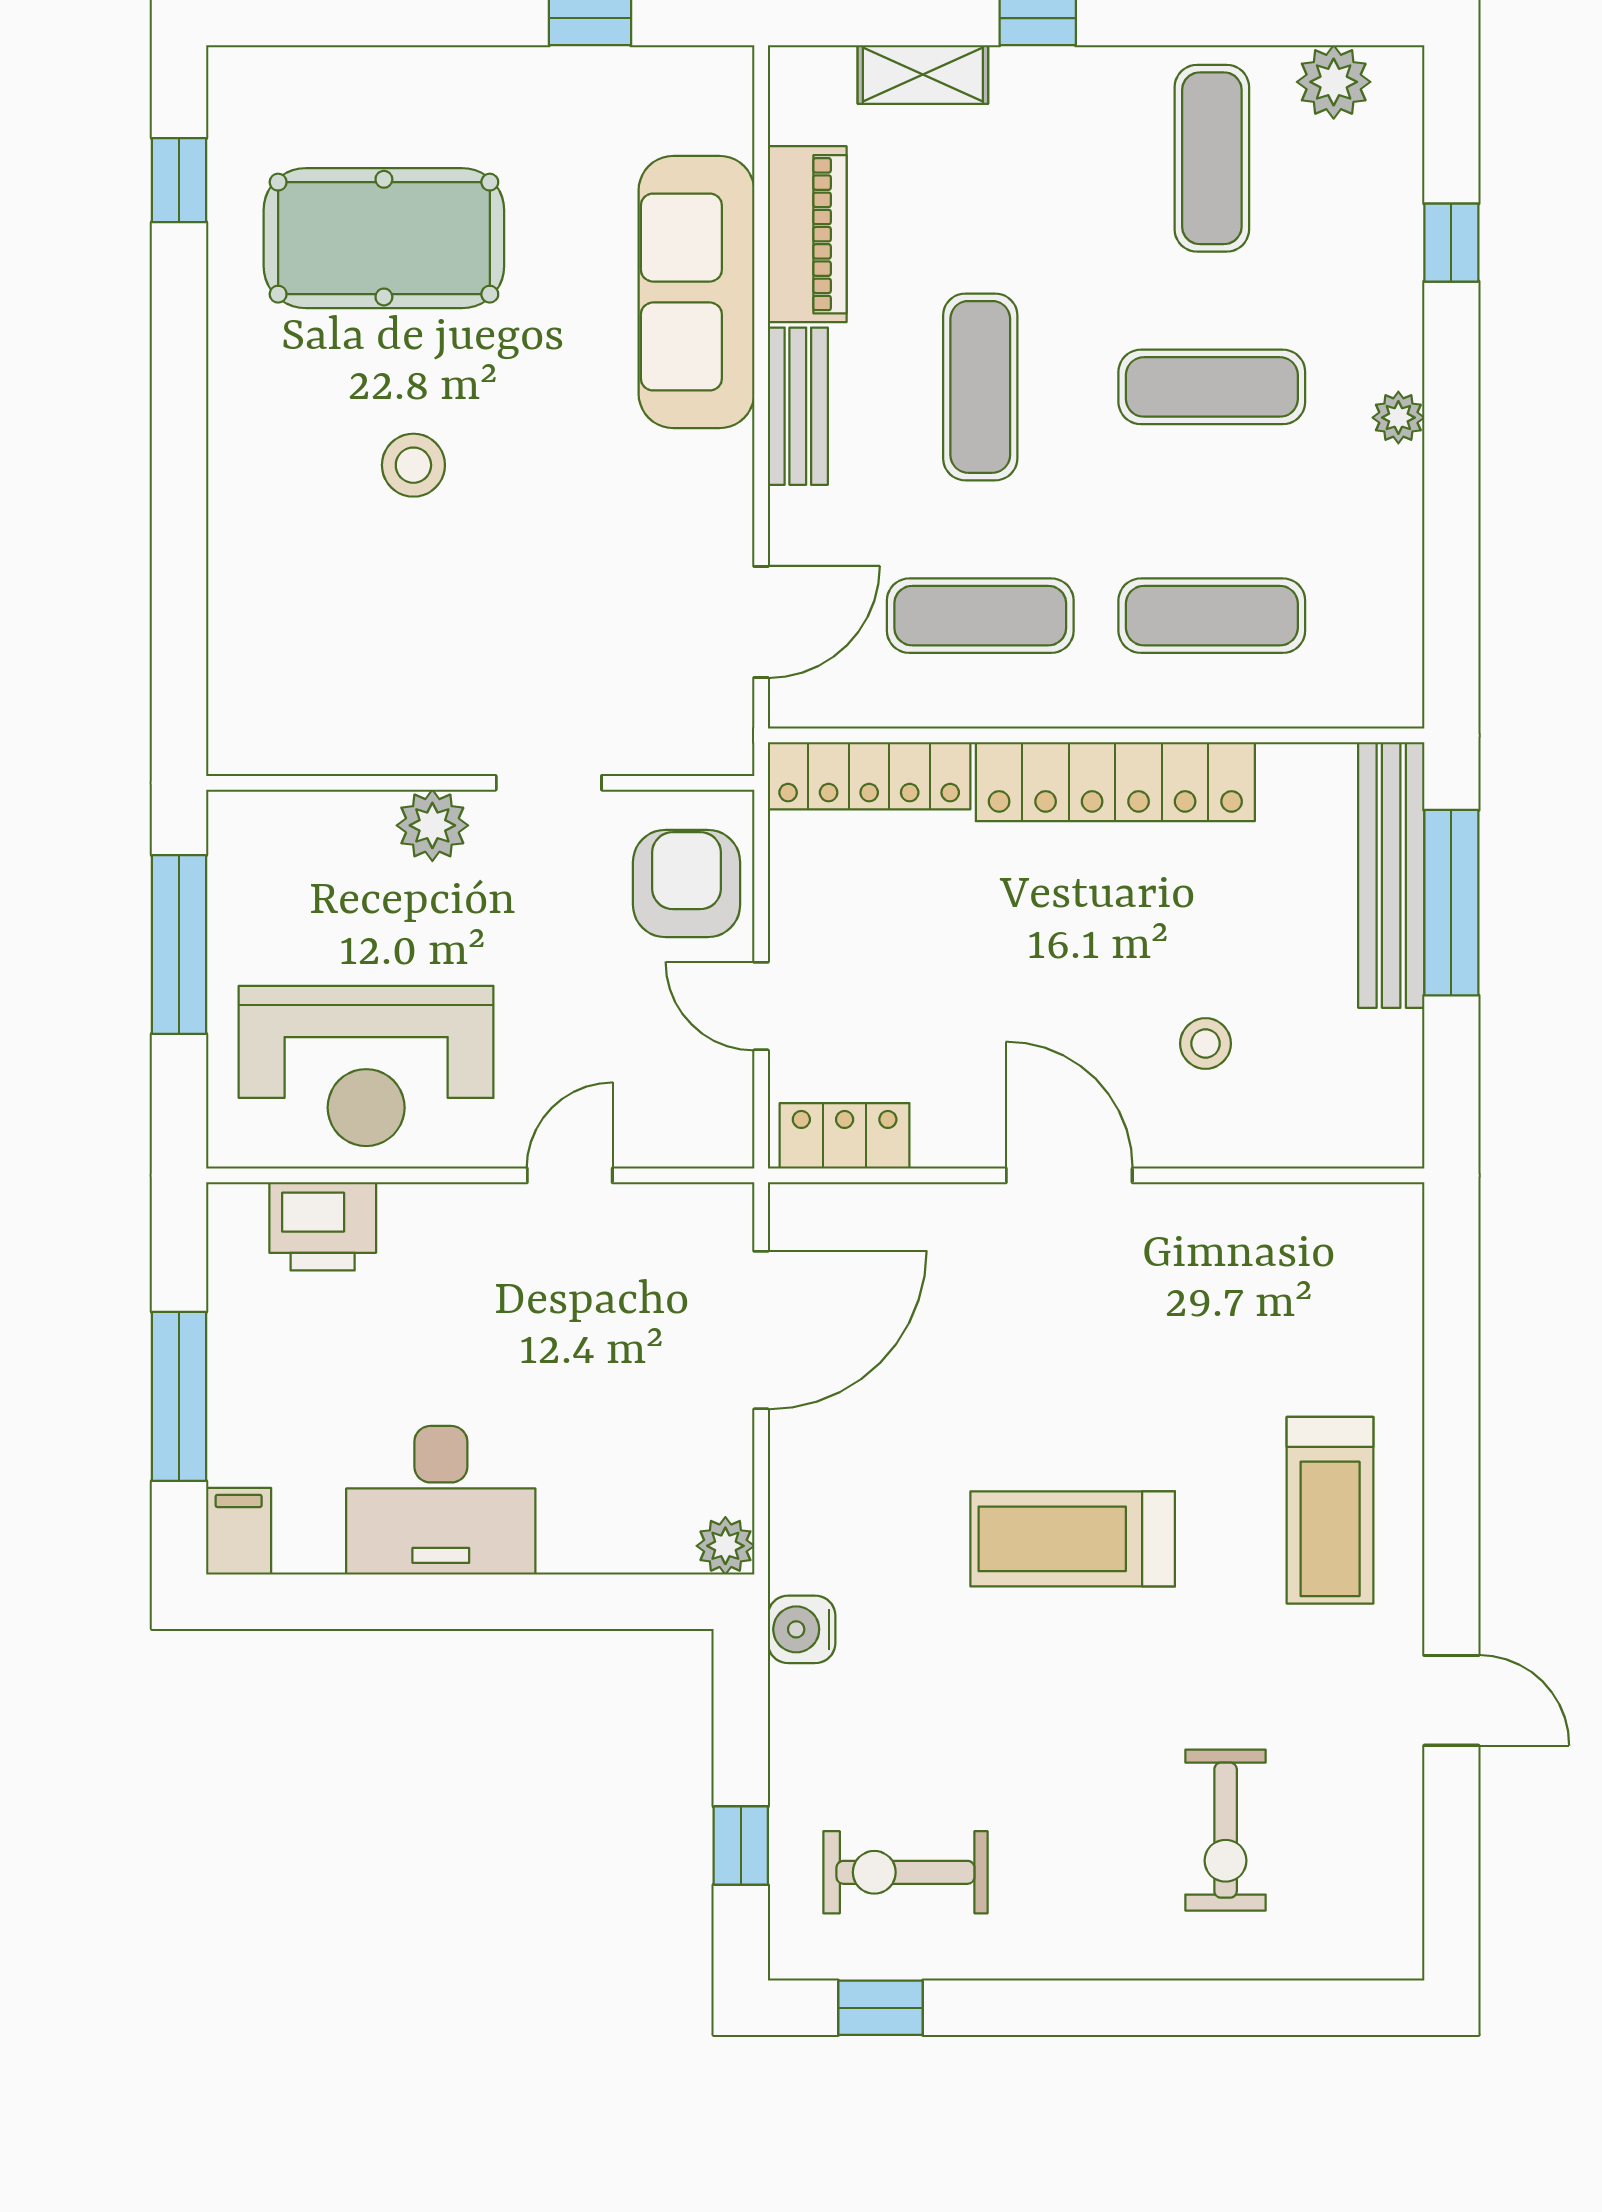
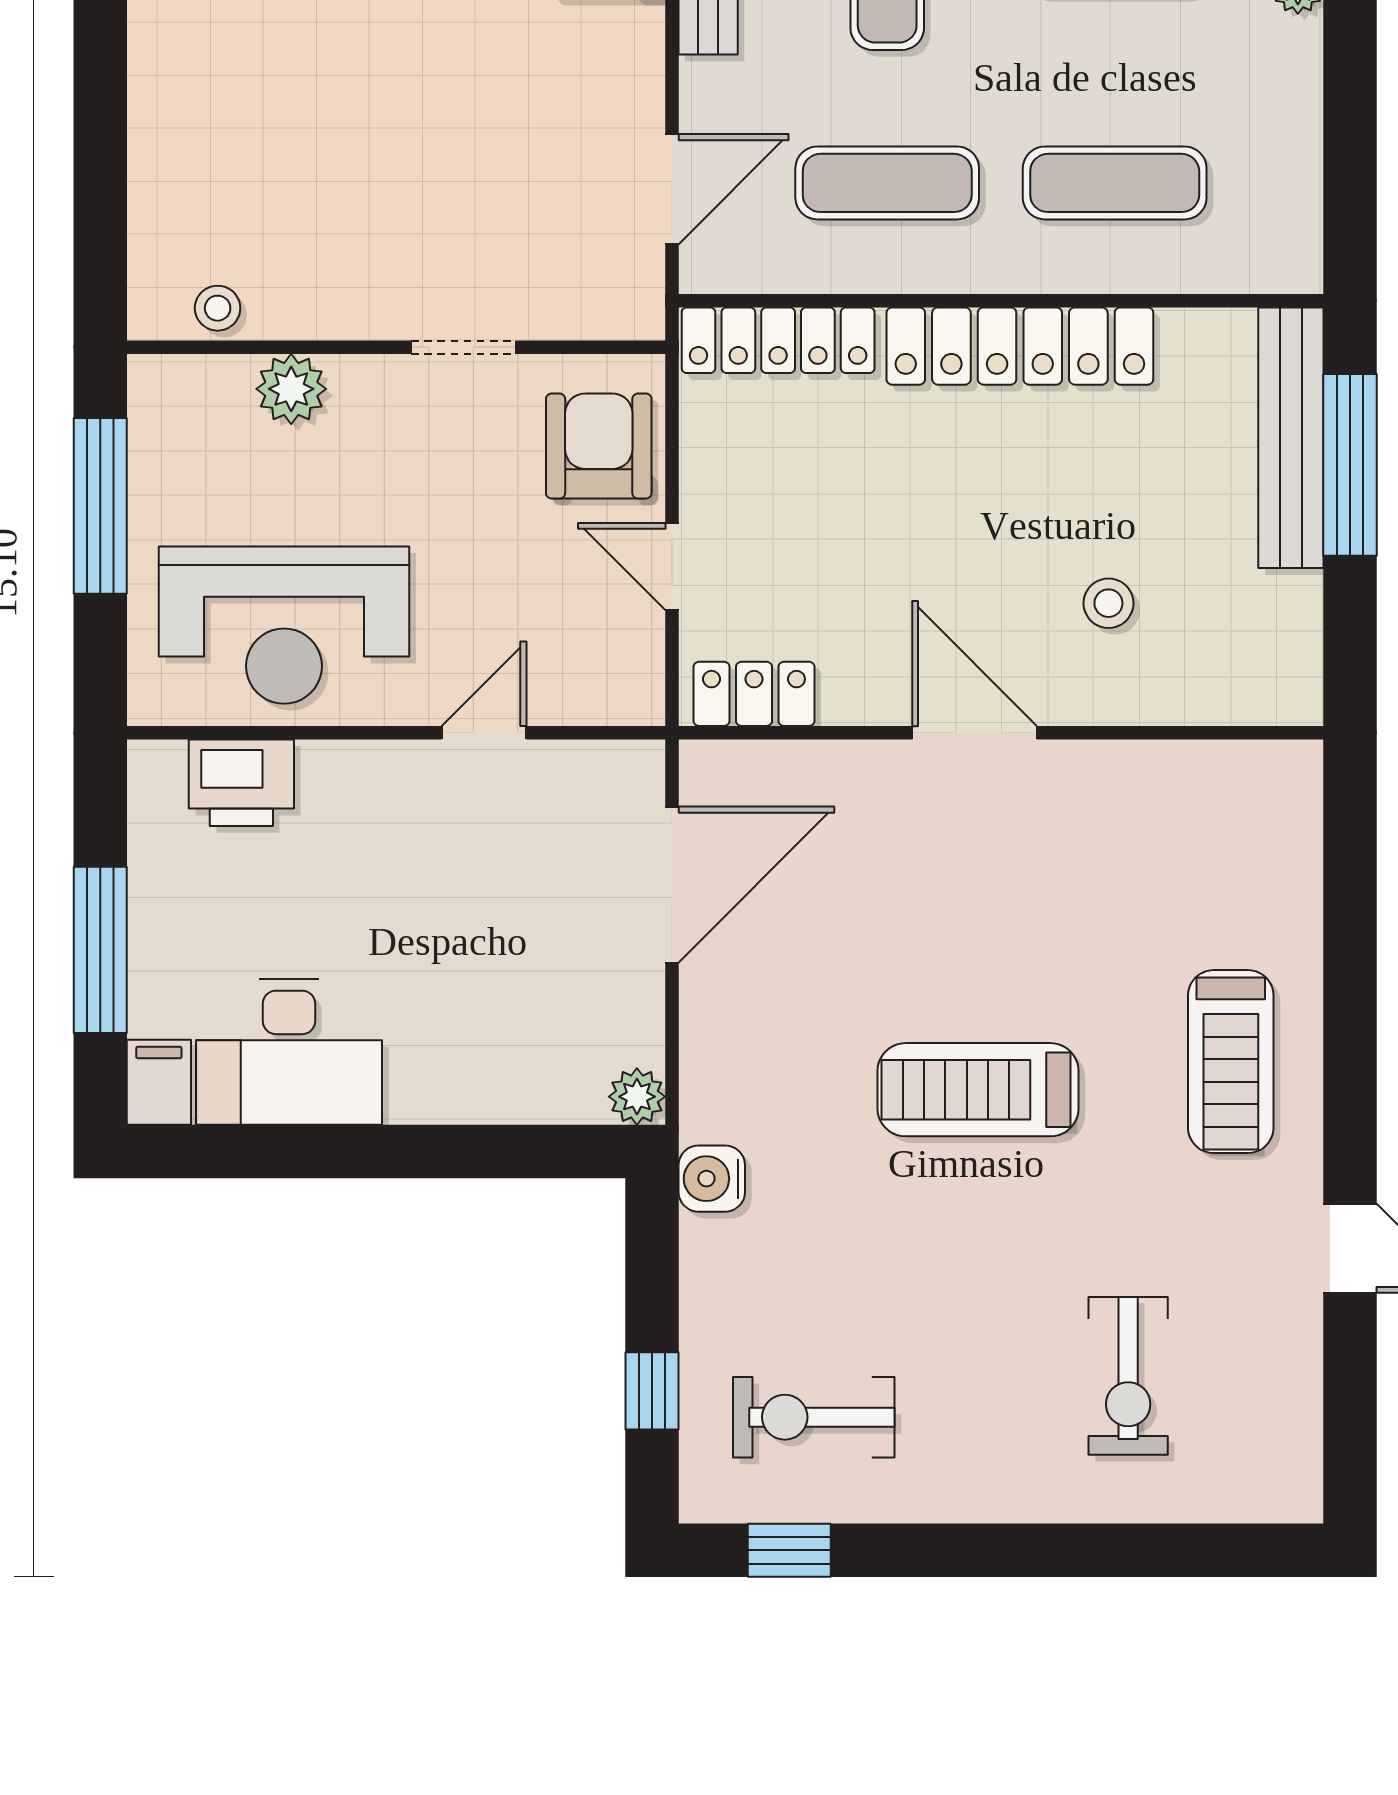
stool: (413, 465) -> (218, 308), moved, width x0.73, depth x0.73
plant: (432, 825) -> (291, 389), moved
desk: (441, 1500) -> (289, 1052), moved

